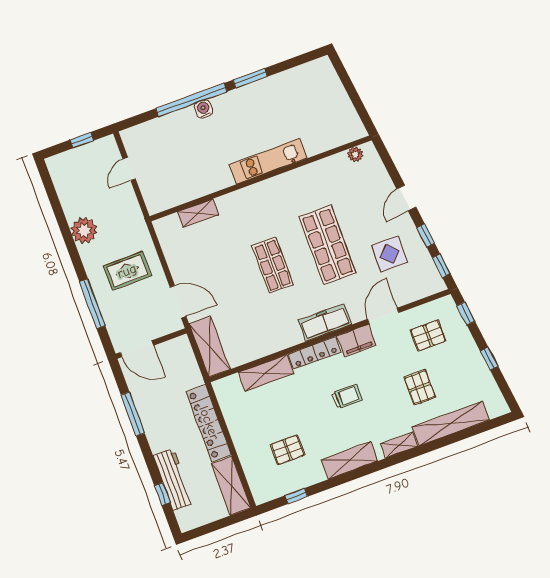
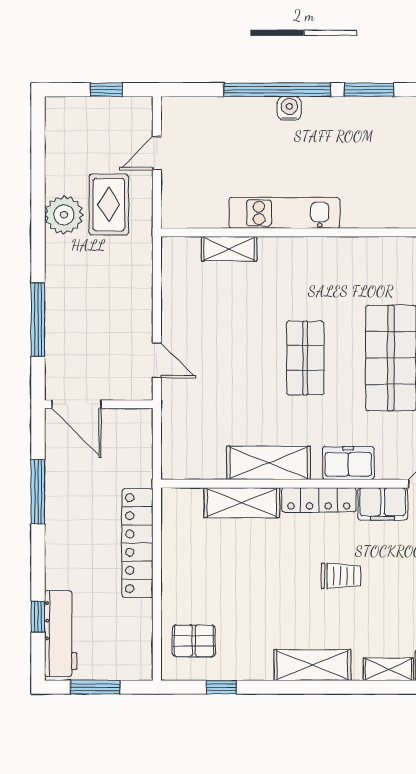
kitchen unit: (268, 161) -> (284, 213), moved
rug: (127, 271) -> (109, 205), moved, turned 90
door: (178, 302) -> (157, 360), width x0.73
freezer: (325, 322) -> (348, 463), width x0.71
shelving: (210, 346) -> (269, 463), moved, turned 90
pallet: (287, 450) -> (194, 641), moved
workbench: (173, 479) -> (61, 634), moved
shelving: (231, 486) -> (137, 640), removed
window: (215, 526) -> (95, 687), added

